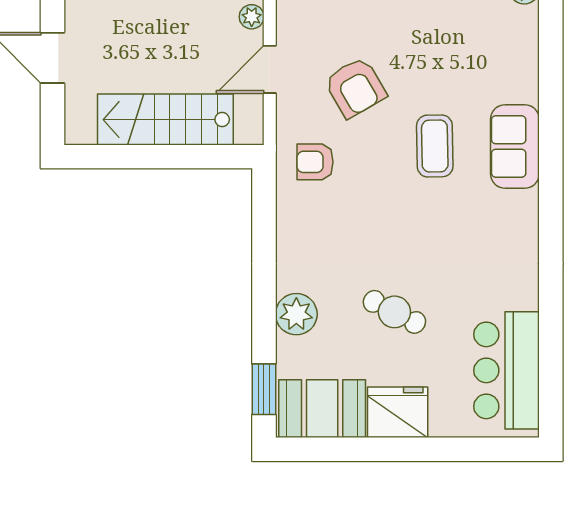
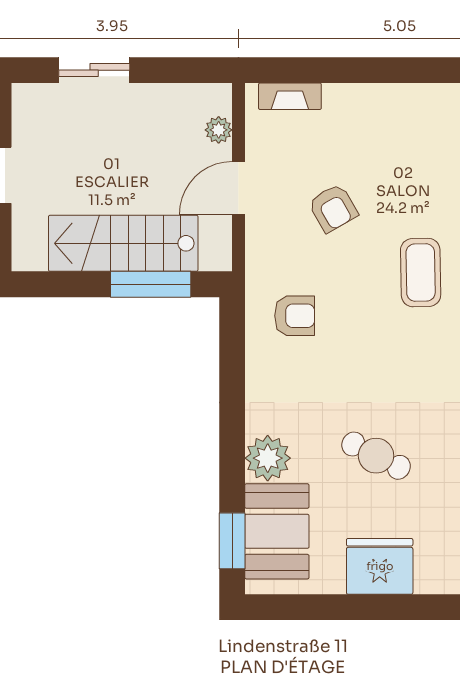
armchair: (355, 88) -> (333, 208), width x0.72, depth x0.72
window: (190, 157) -> (151, 284), added
armchair: (315, 162) -> (295, 316), moved, turned 180
booth: (322, 409) -> (277, 531), moved, turned 90

